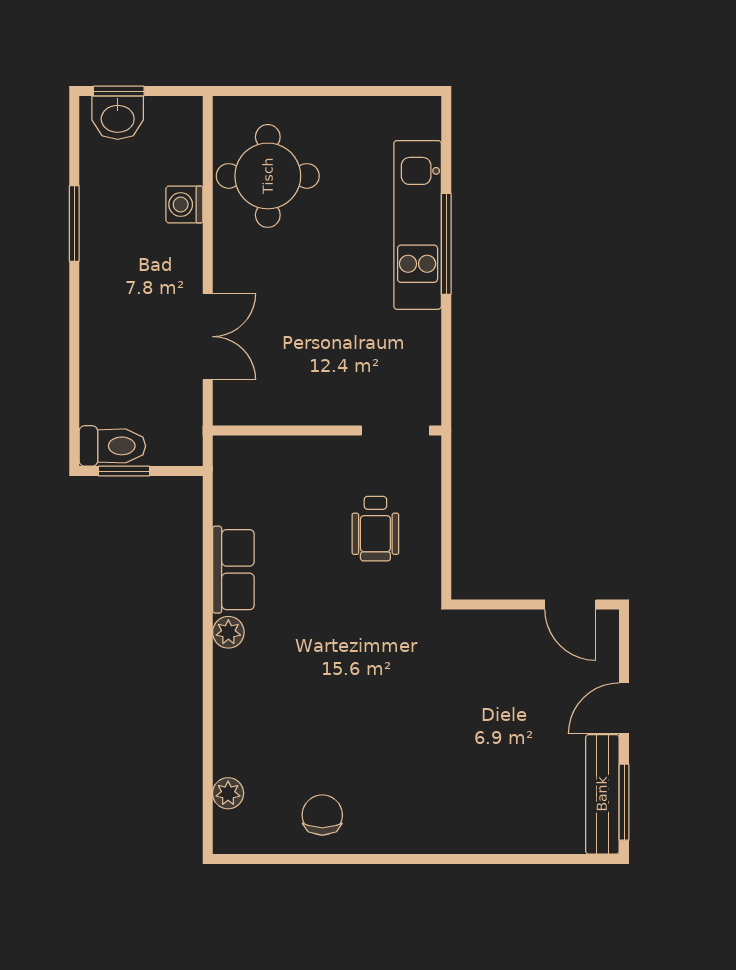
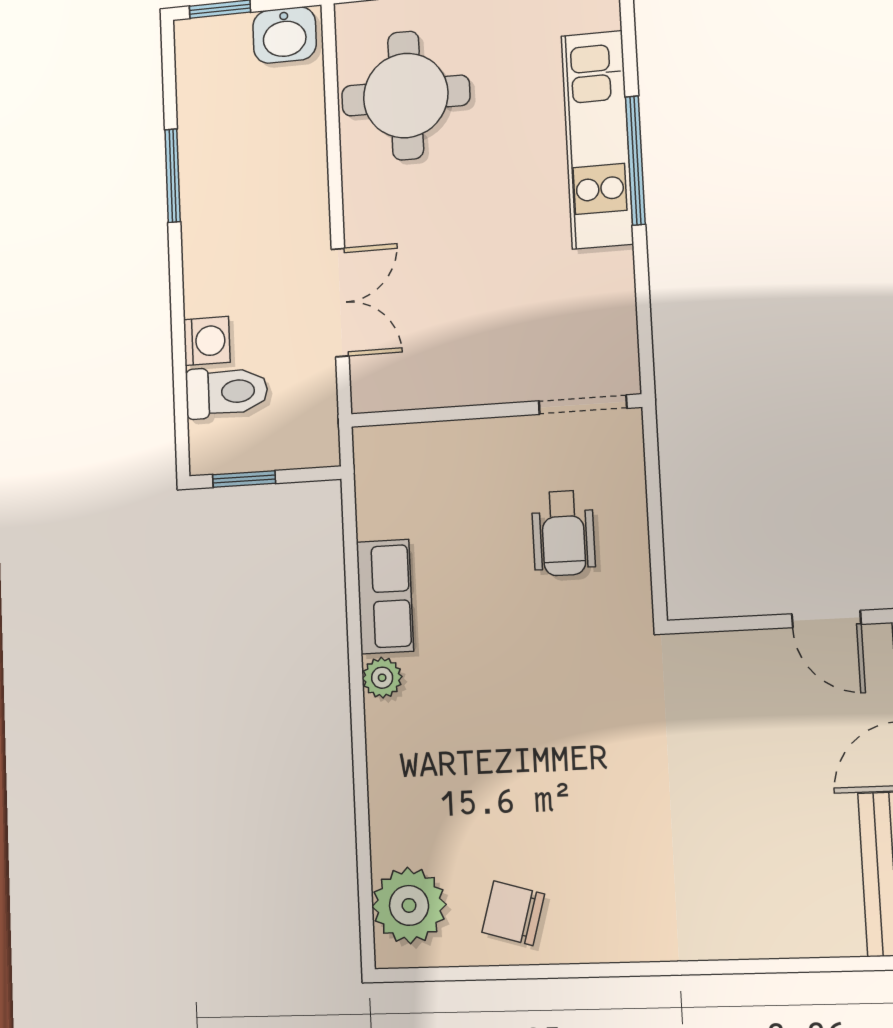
washbasin: (118, 118) -> (285, 35), moved
washing machine: (184, 205) -> (207, 341), moved, turned 180
toilet: (112, 446) -> (227, 392), moved
plant: (228, 793) -> (409, 905), width x1.88, depth x1.88
chair: (322, 815) -> (513, 913), turned -74

